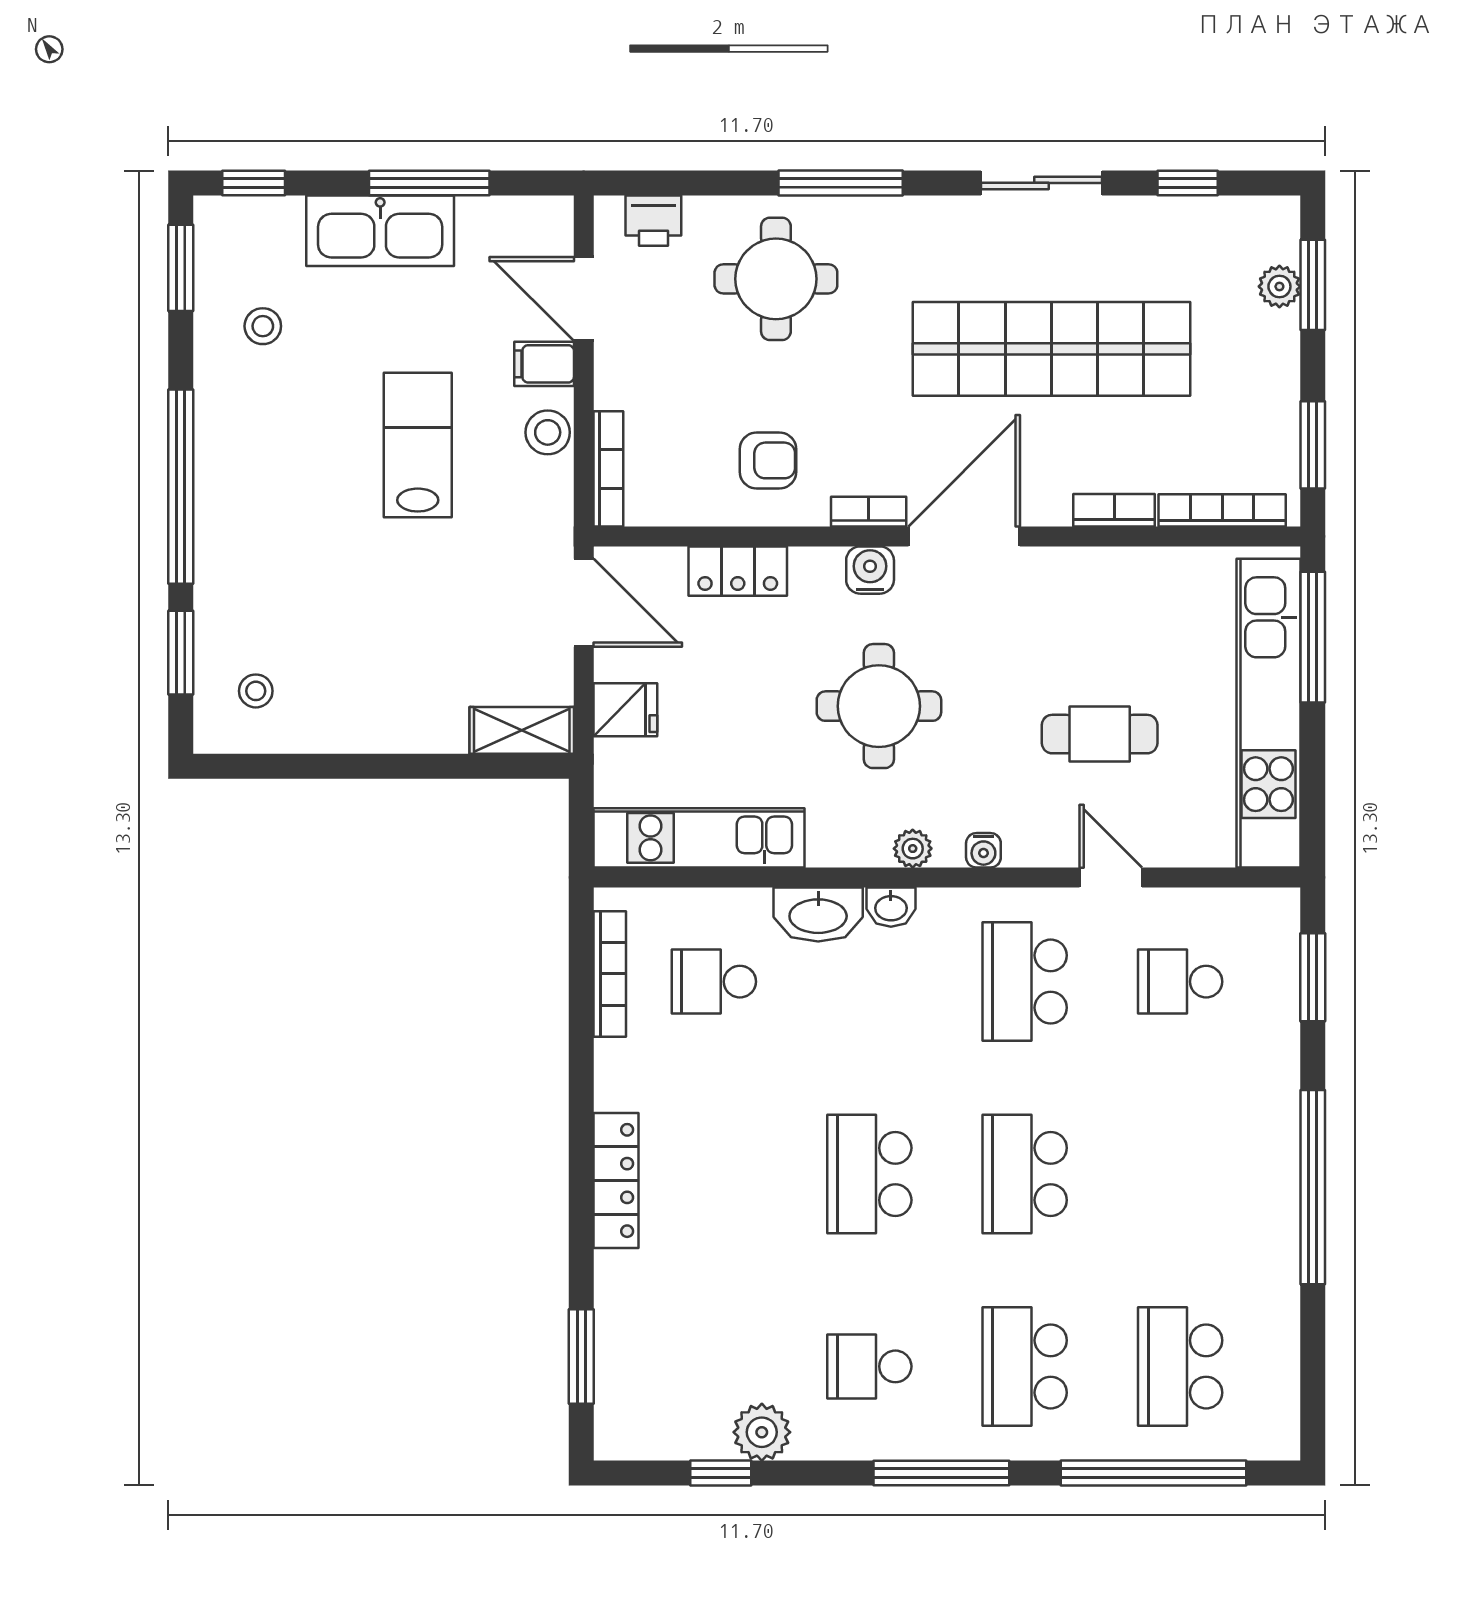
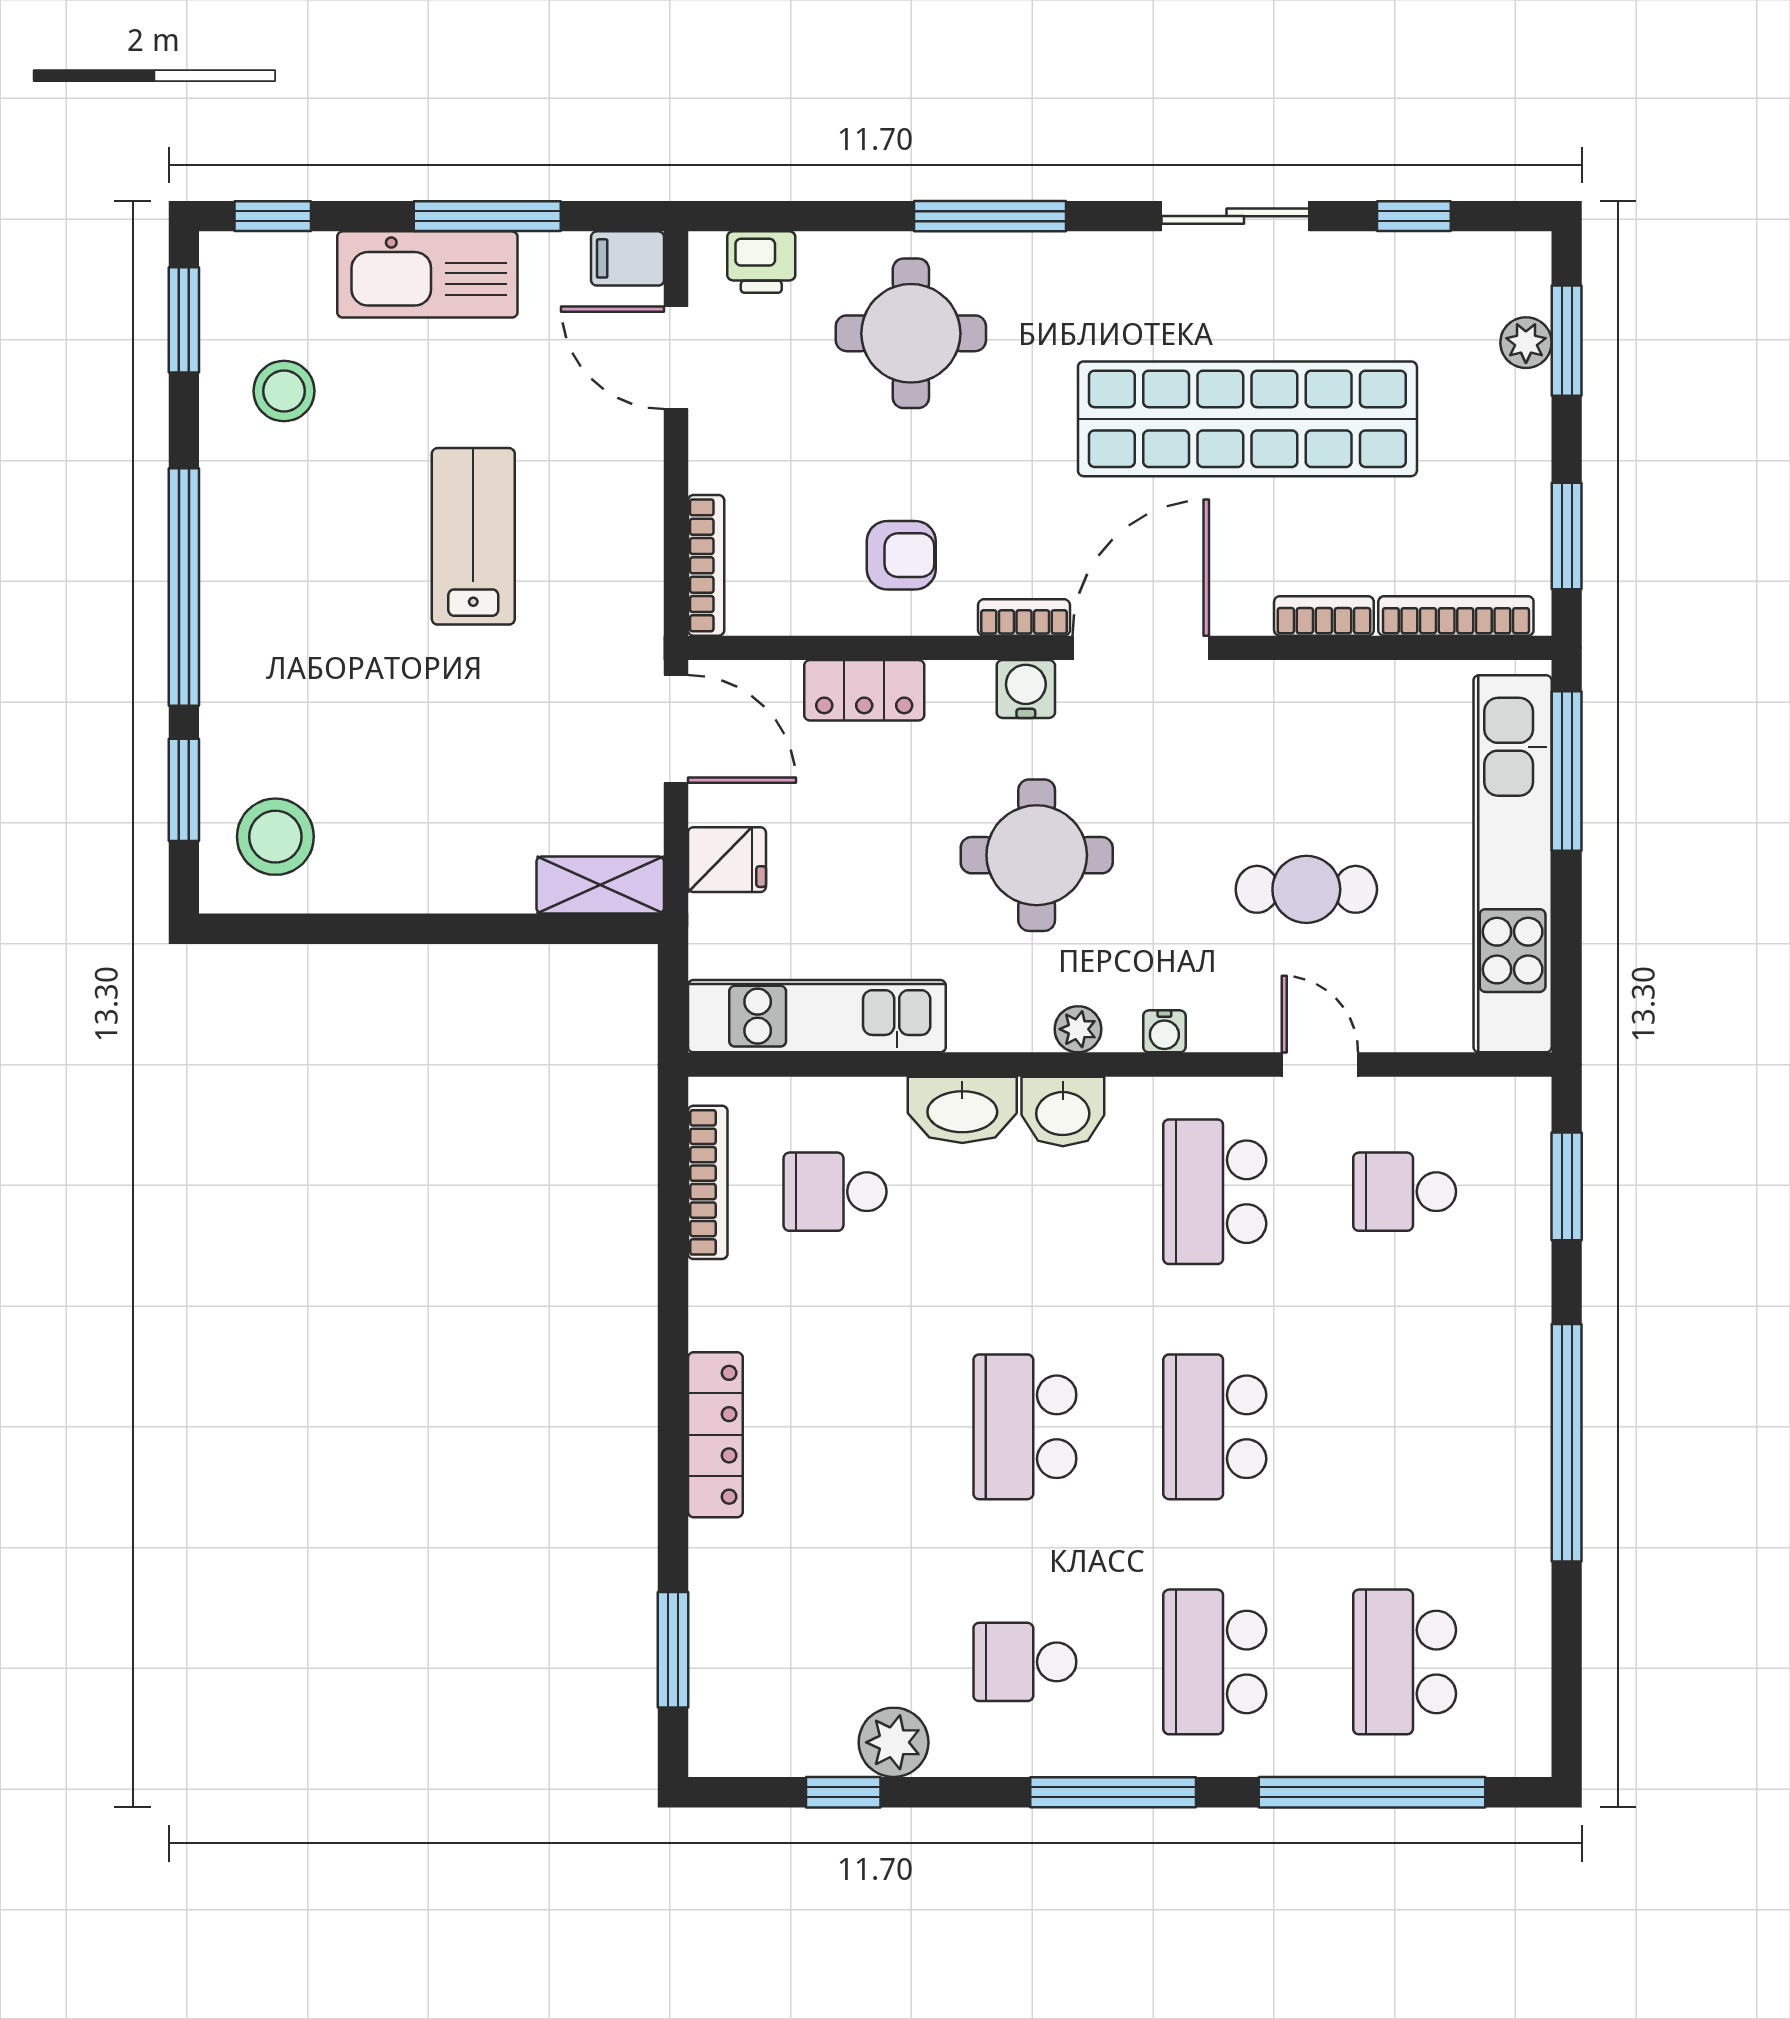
stool: (263, 326) -> (284, 391), width x1.37, depth x1.37
filing cabinet: (544, 364) -> (628, 258), moved
stool: (548, 432) -> (632, 521), removed
stool: (256, 691) -> (275, 837), width x1.89, depth x1.89
washbasin: (891, 907) -> (1063, 1112), width x1.38, depth x1.45

